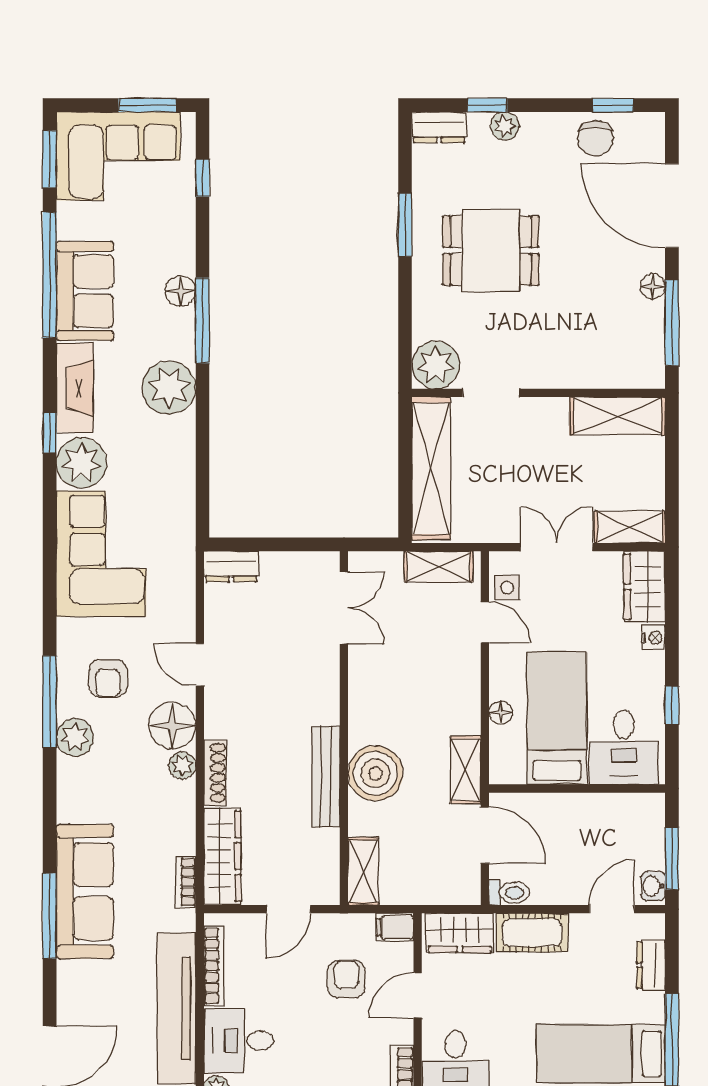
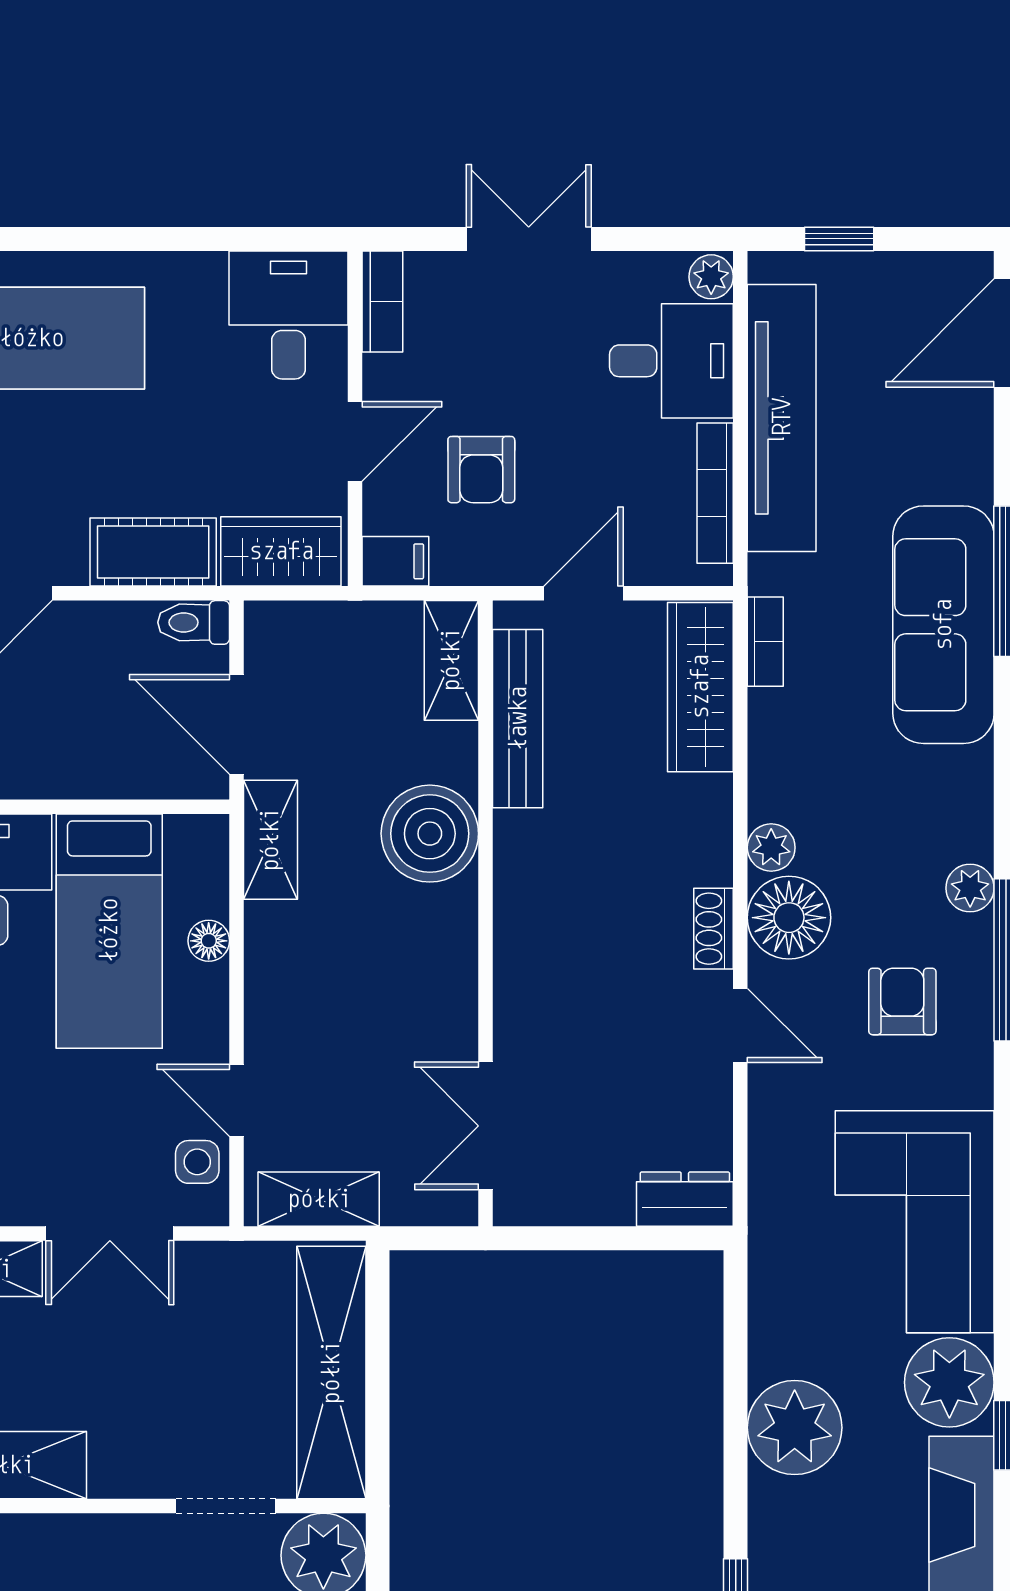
plant: (169, 387) -> (795, 1428), moved
plant: (75, 737) -> (970, 888), width x0.73, depth x0.73
shoe rack: (215, 773) -> (714, 929), moved, width x0.70
bench: (326, 777) -> (518, 719), moved

